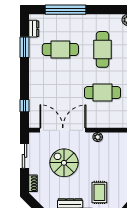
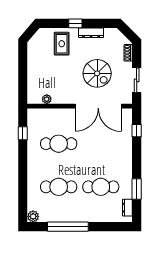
window: (65, 10) -> (68, 227), moved
cafe table: (102, 49) -> (59, 187), turned 90
plant: (98, 137) -> (47, 99), moved

